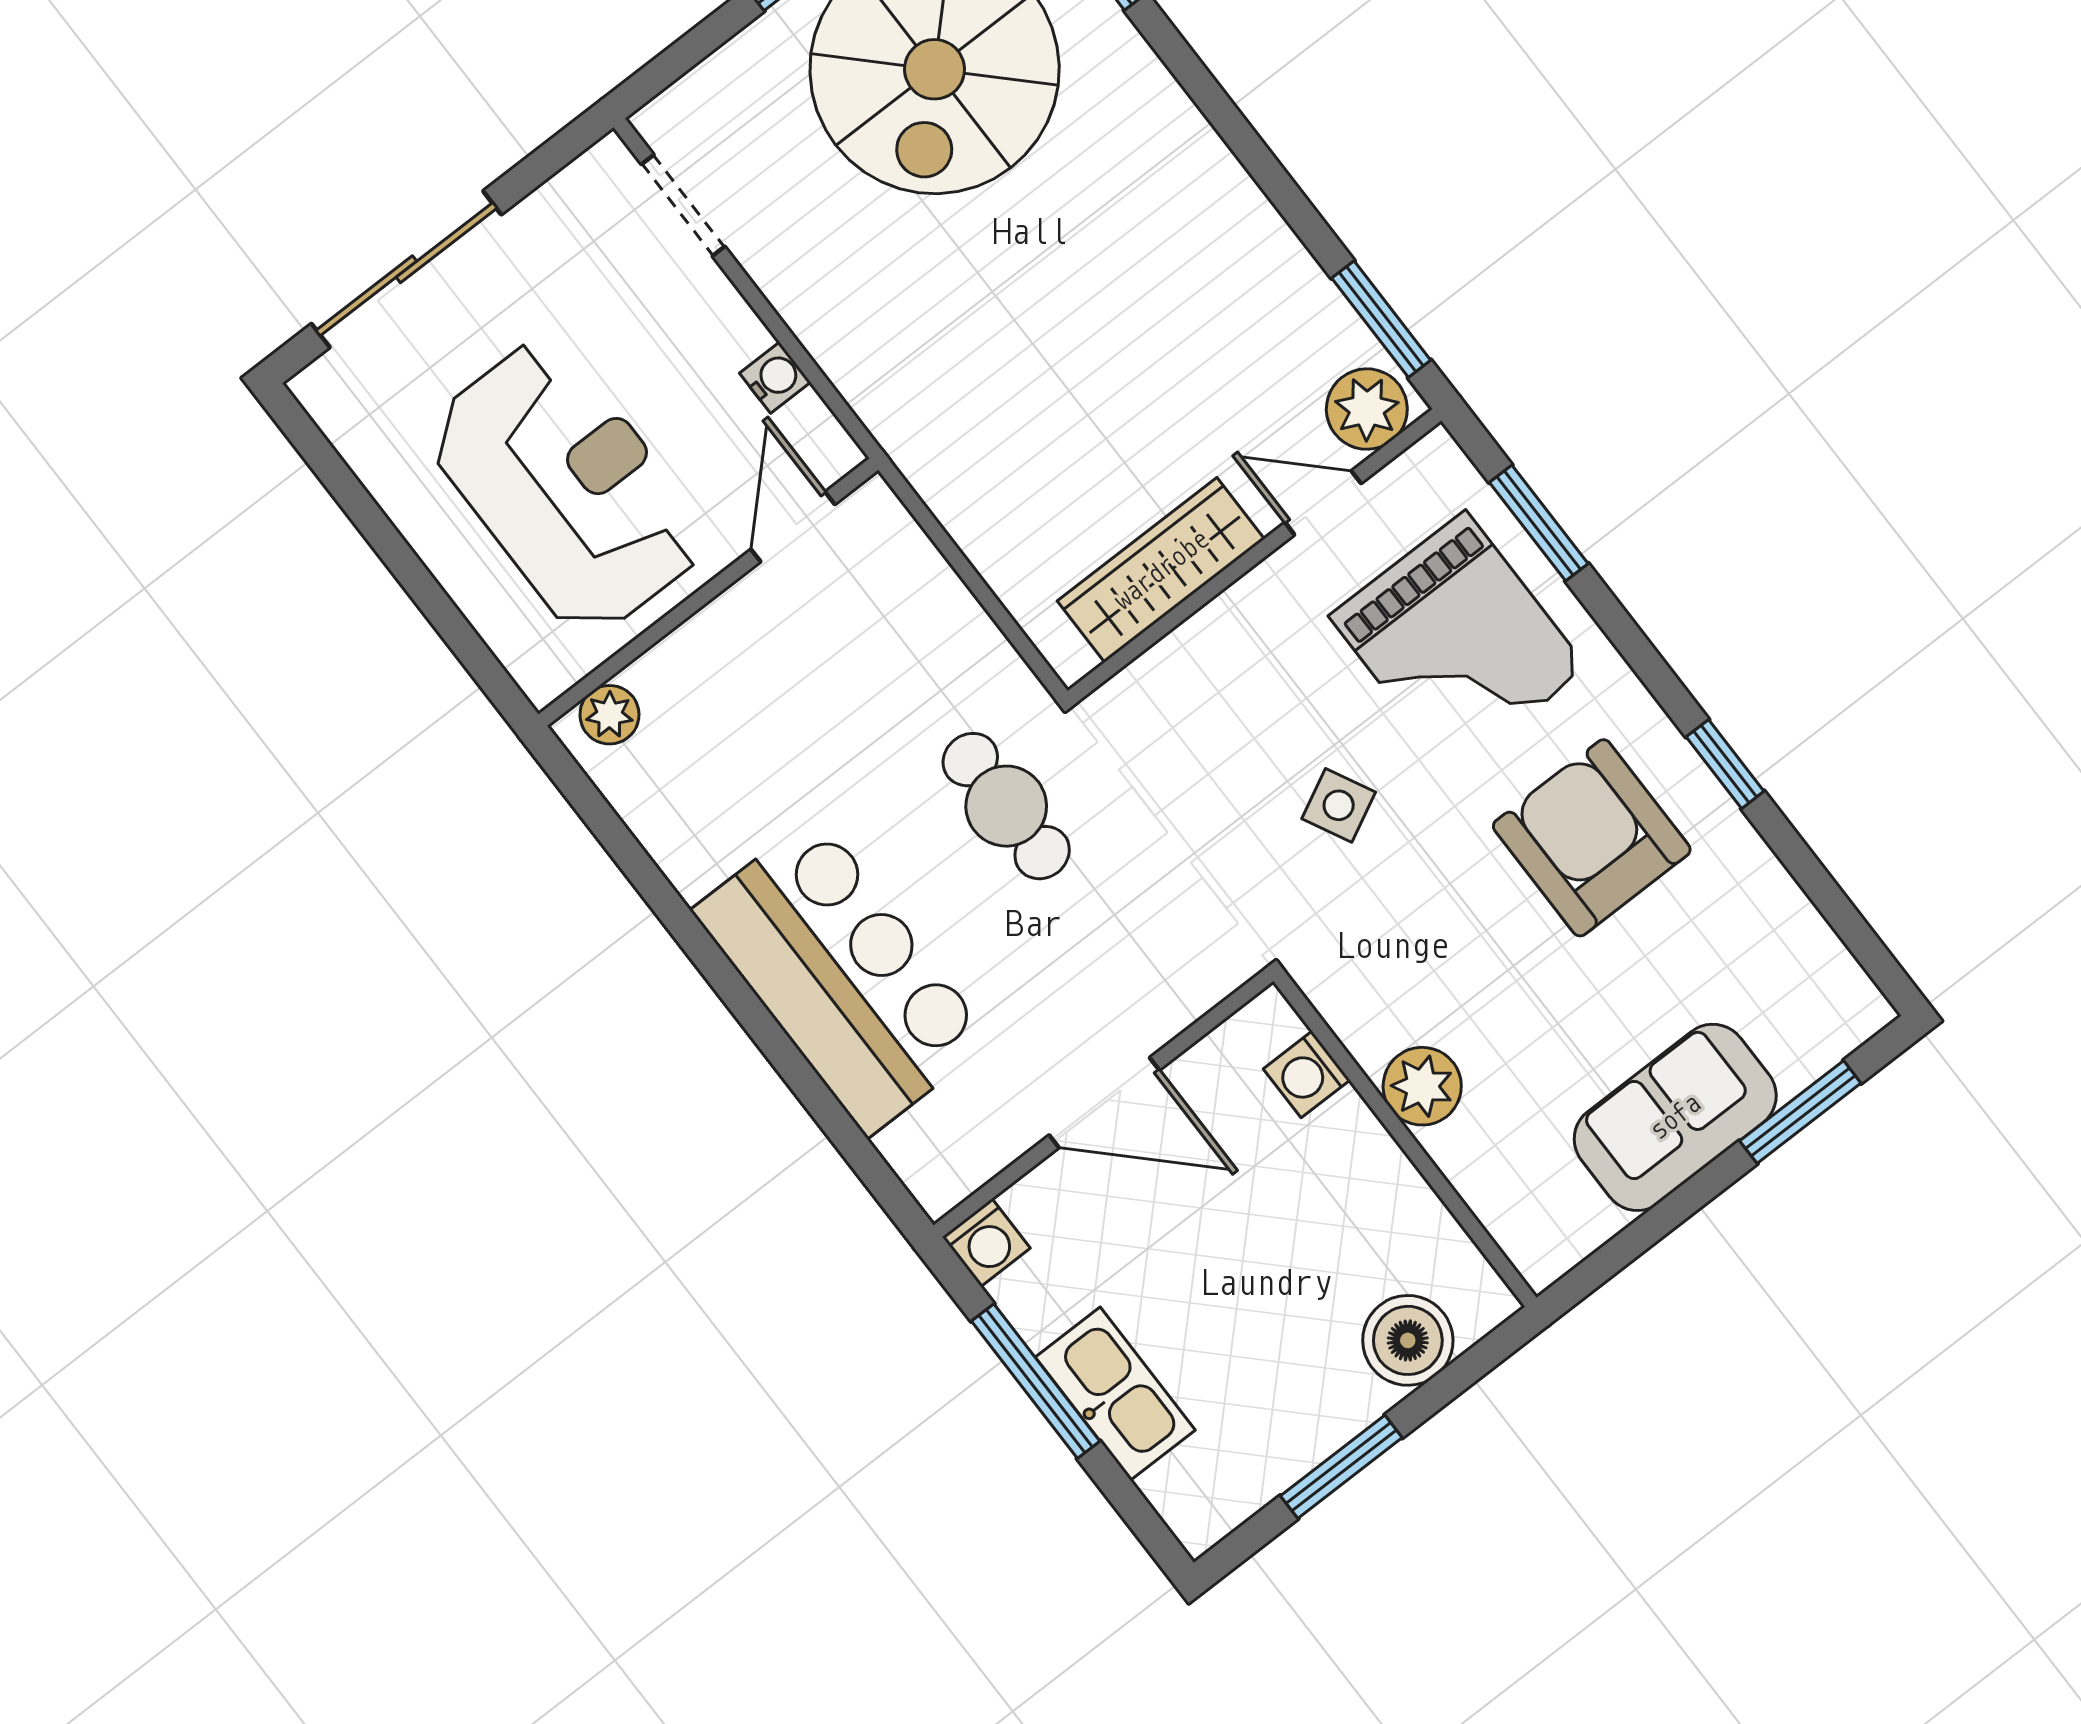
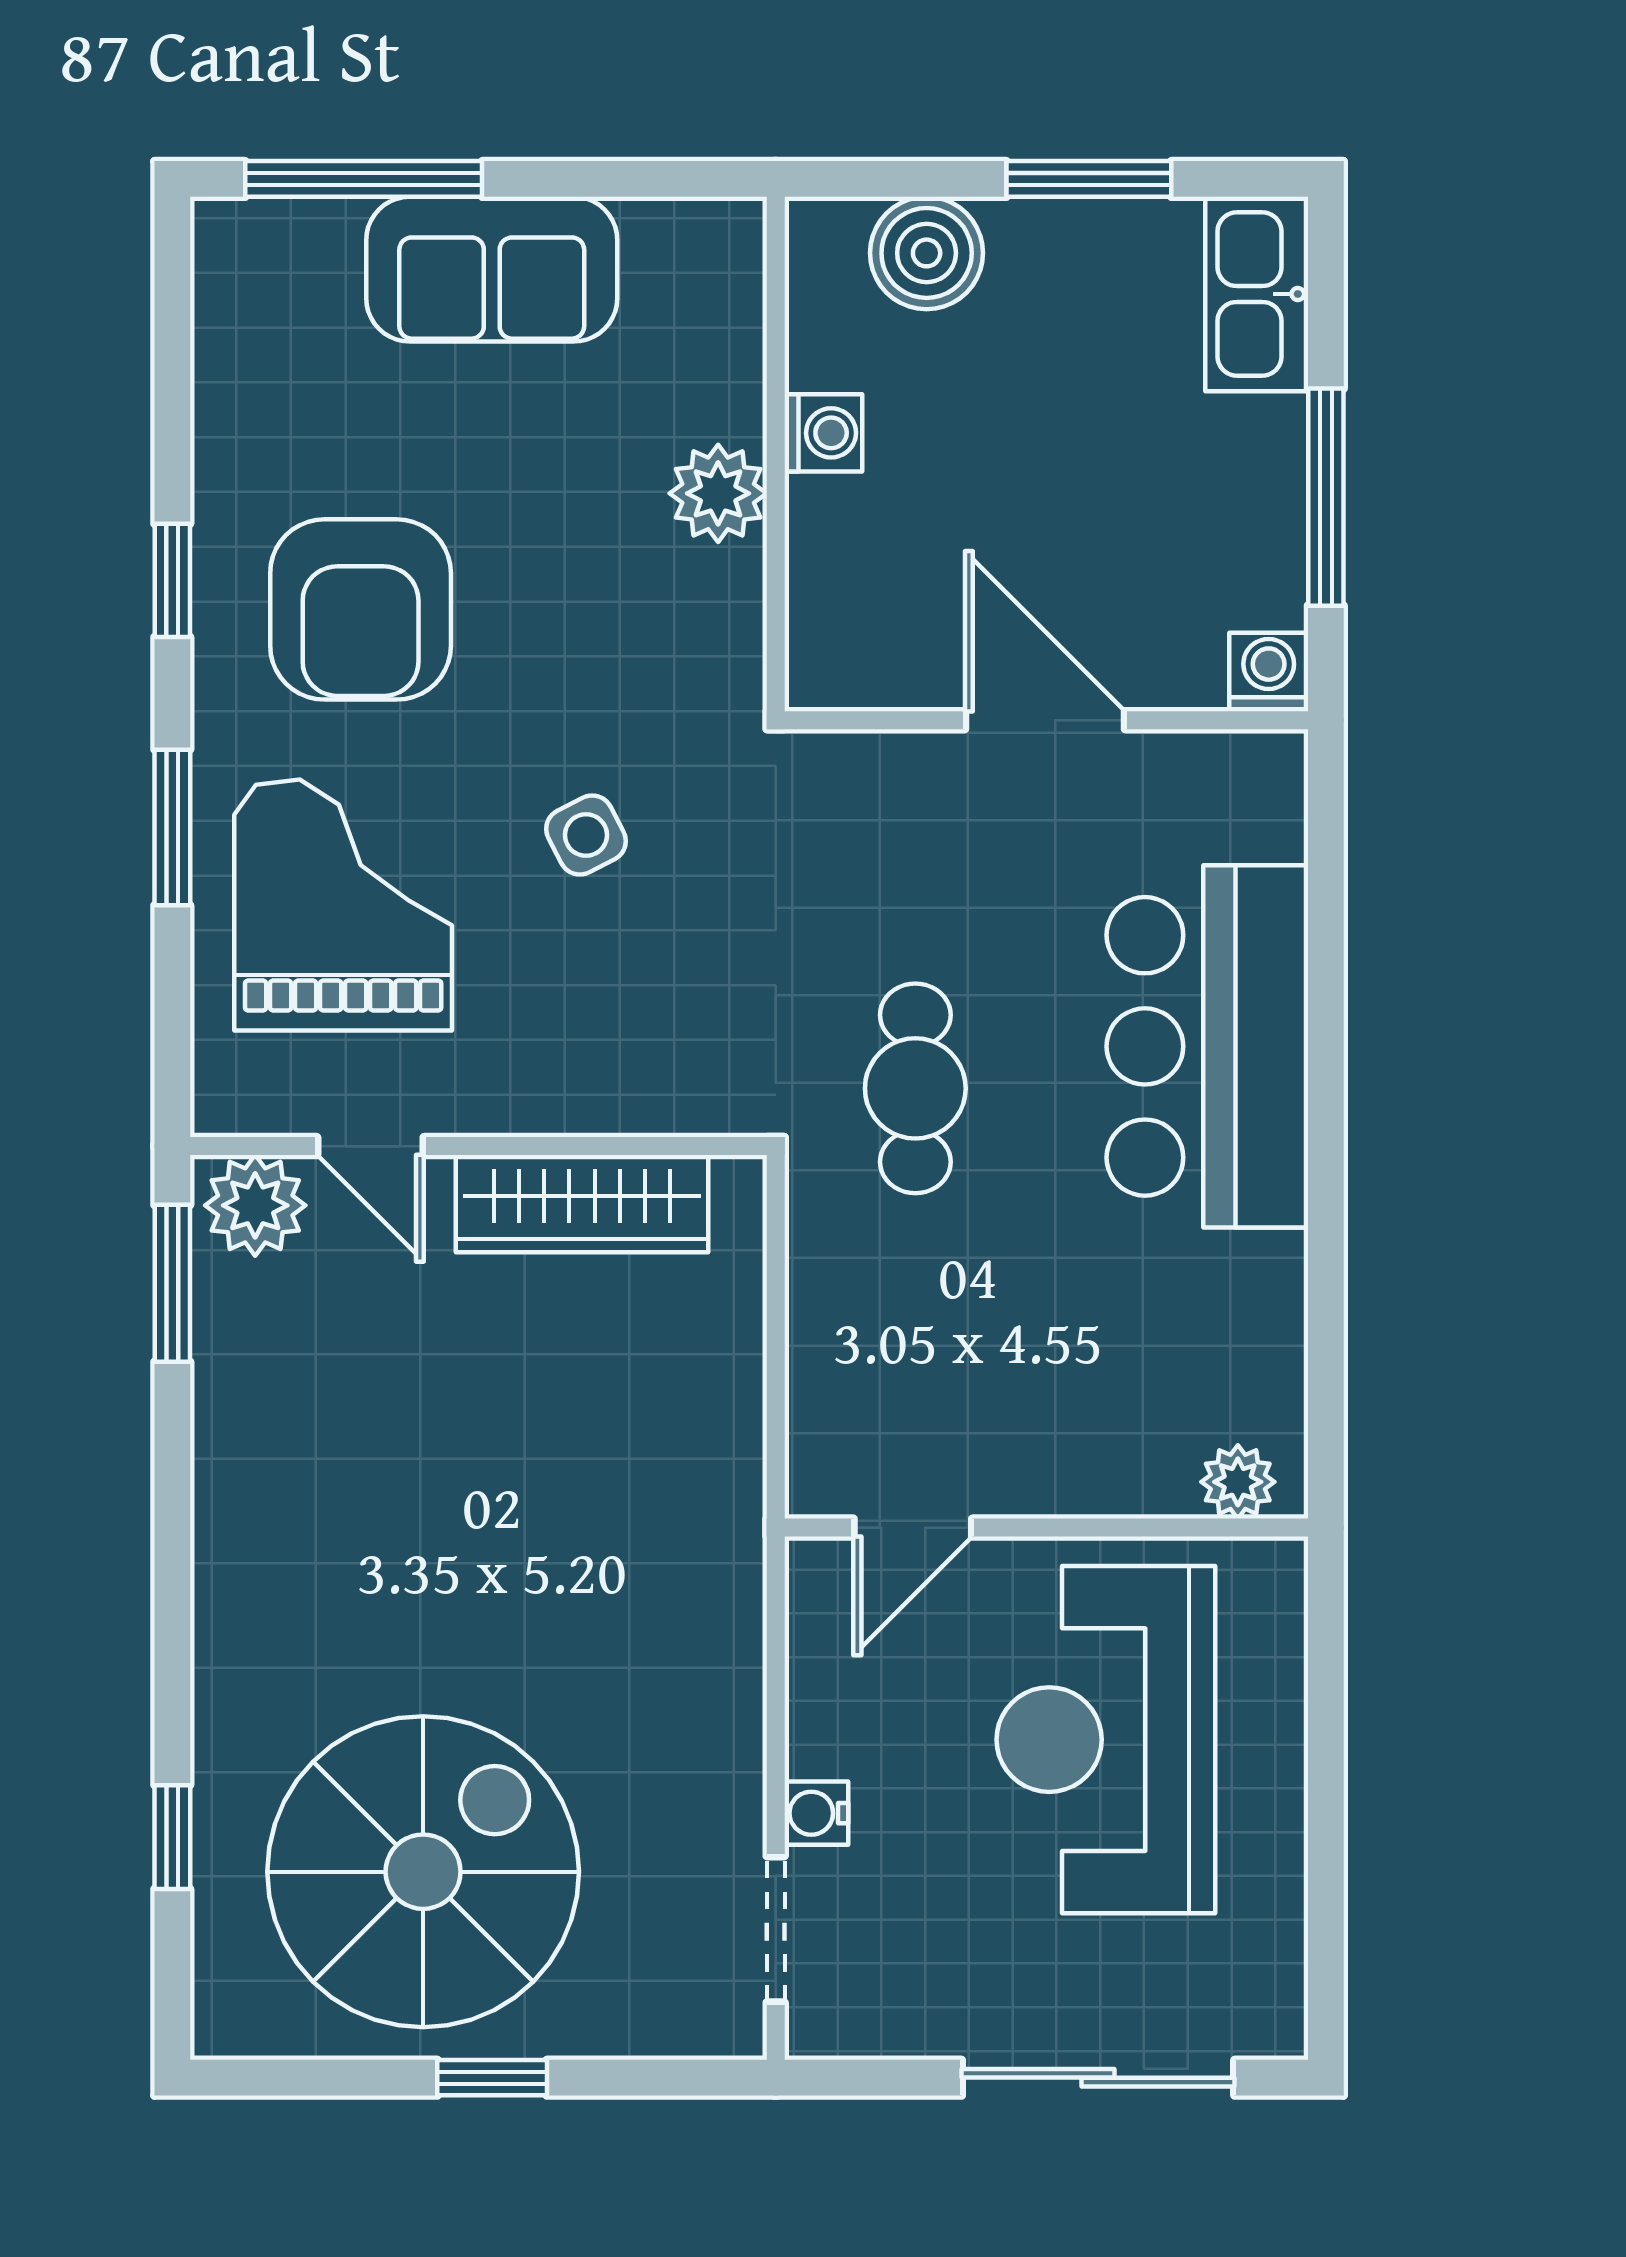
water cooler: (775, 378) -> (816, 1813), moved
window: (1539, 523) -> (172, 827), moved
washing machine: (1307, 1074) -> (823, 433), moved
window: (1800, 1112) -> (364, 179), width x1.44
kitchen sink: (1115, 1394) -> (1257, 294), moved

